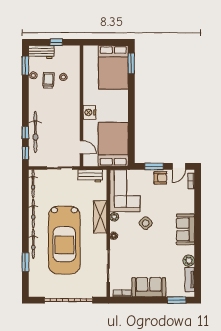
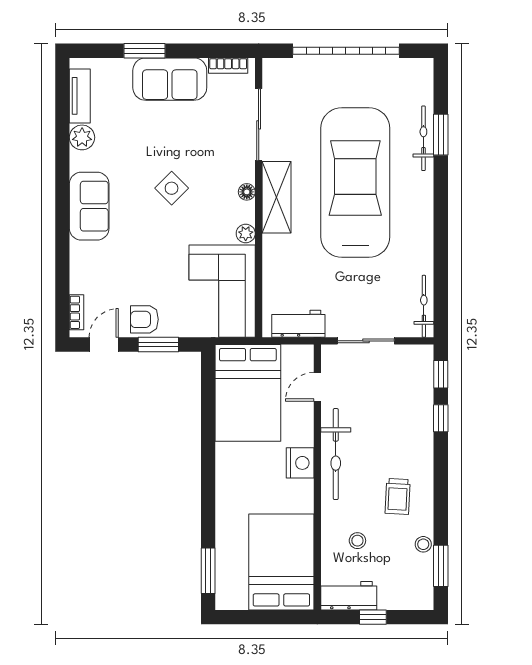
workbench: (41, 52) -> (349, 596), moved
bed: (113, 67) -> (281, 562), moved
trolley: (48, 80) -> (398, 496), moved
bicycle: (35, 132) -> (336, 454), moved, turned 180
door: (82, 147) -> (317, 387), hinge flipped
bicycle: (33, 213) -> (423, 241), removed
shelving: (100, 217) -> (277, 197), moved
side table: (146, 223) -> (172, 188), moved
bicycle: (33, 244) -> (423, 138), moved
window: (177, 300) -> (145, 51), moved

